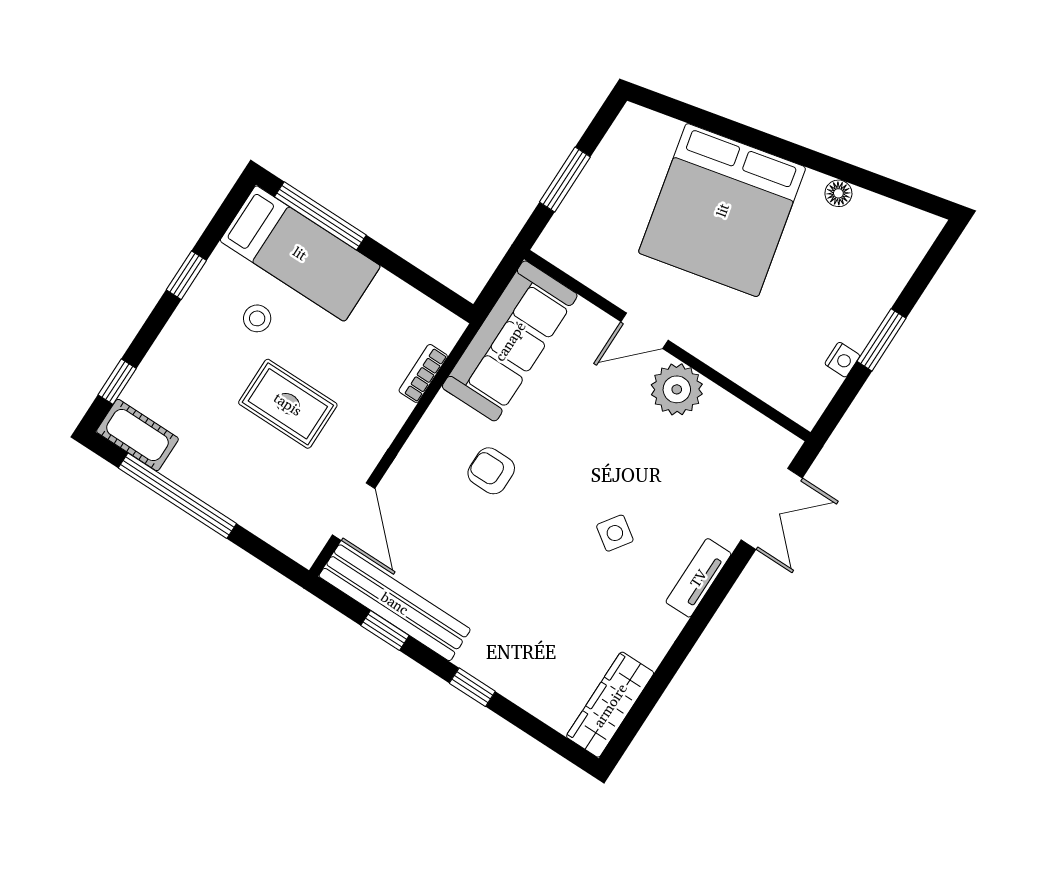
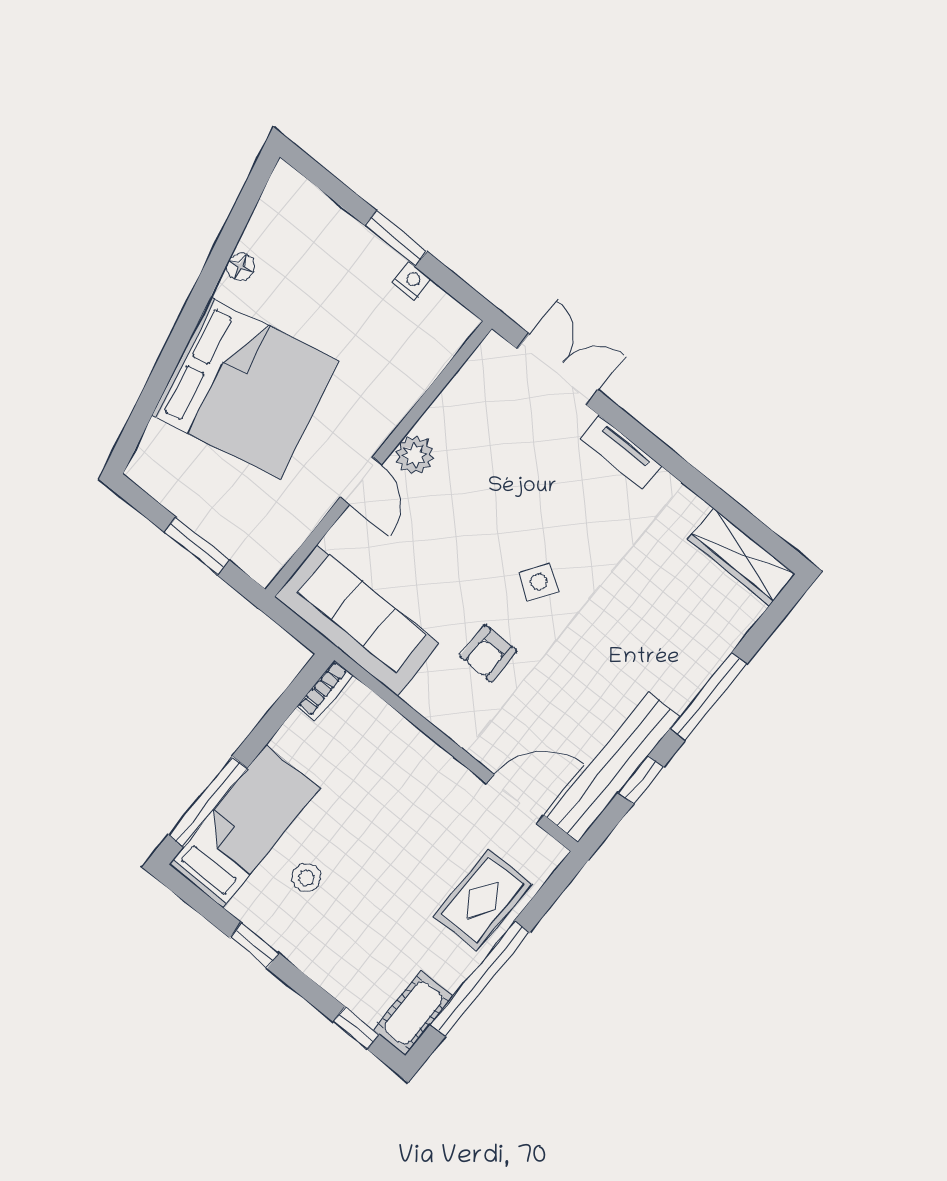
bookcase: (423, 373) -> (325, 690), moved, turned -90
plant: (677, 389) -> (414, 455), width x0.73, depth x0.73
rug: (288, 404) -> (483, 900), moved
side table: (615, 533) -> (539, 582), moved
window: (472, 687) -> (709, 696), width x2.17

